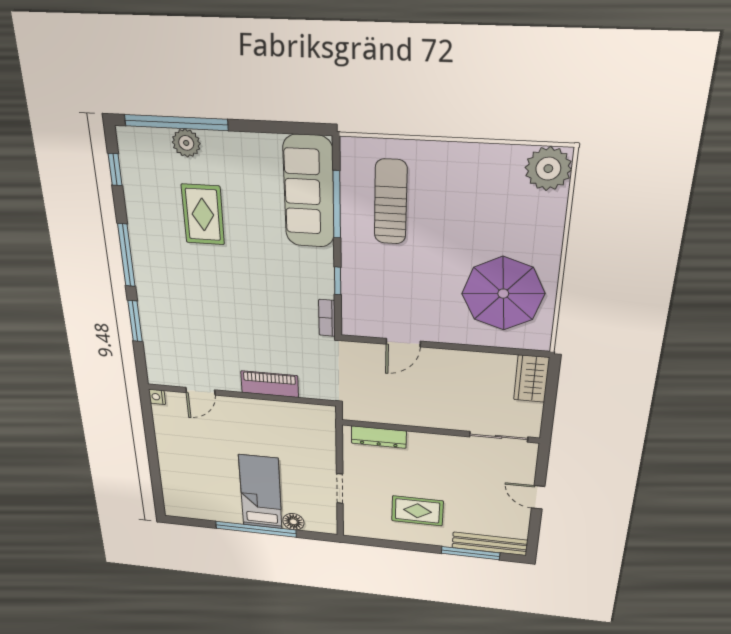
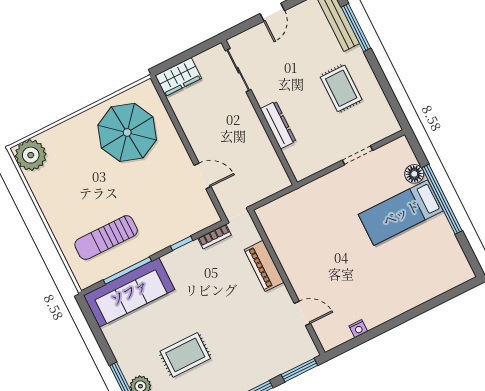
piano: (270, 384) -> (264, 266), moved
door: (200, 391) -> (302, 313), moved
wall: (241, 395) -> (287, 283), moved
dresser: (379, 437) -> (278, 125), moved

